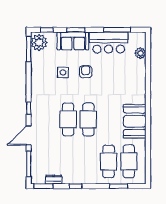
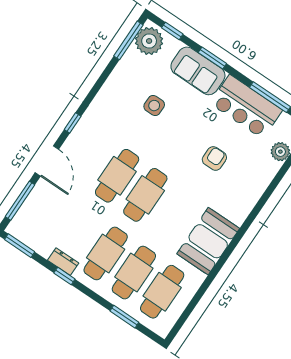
armchair: (86, 72) -> (214, 158), moved
door: (29, 135) -> (47, 161), swing flipped
cafe table: (88, 161) -> (106, 253), added
dresser: (54, 180) -> (63, 262), moved

